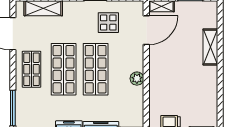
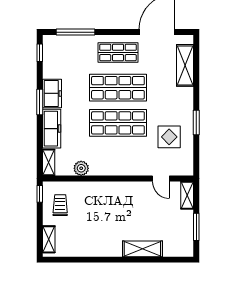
door: (146, 30) -> (161, 179), width x0.53
plant: (137, 79) -> (81, 168), moved

